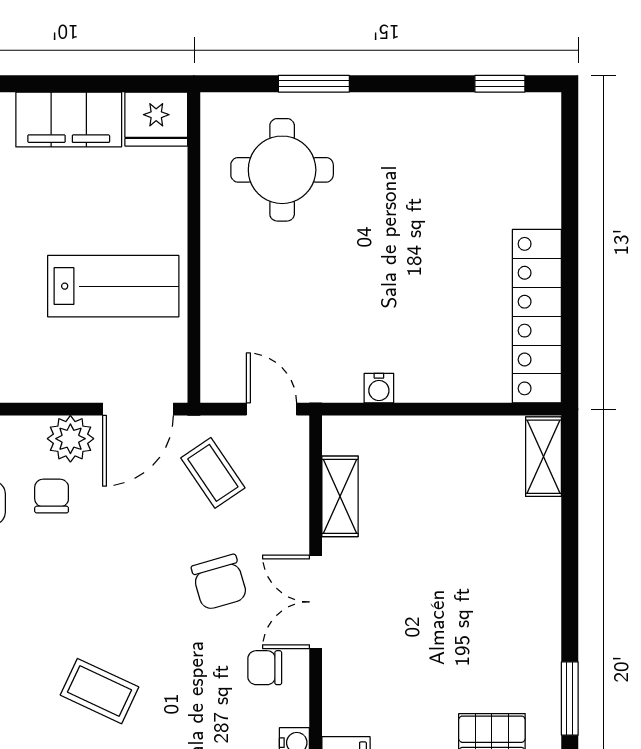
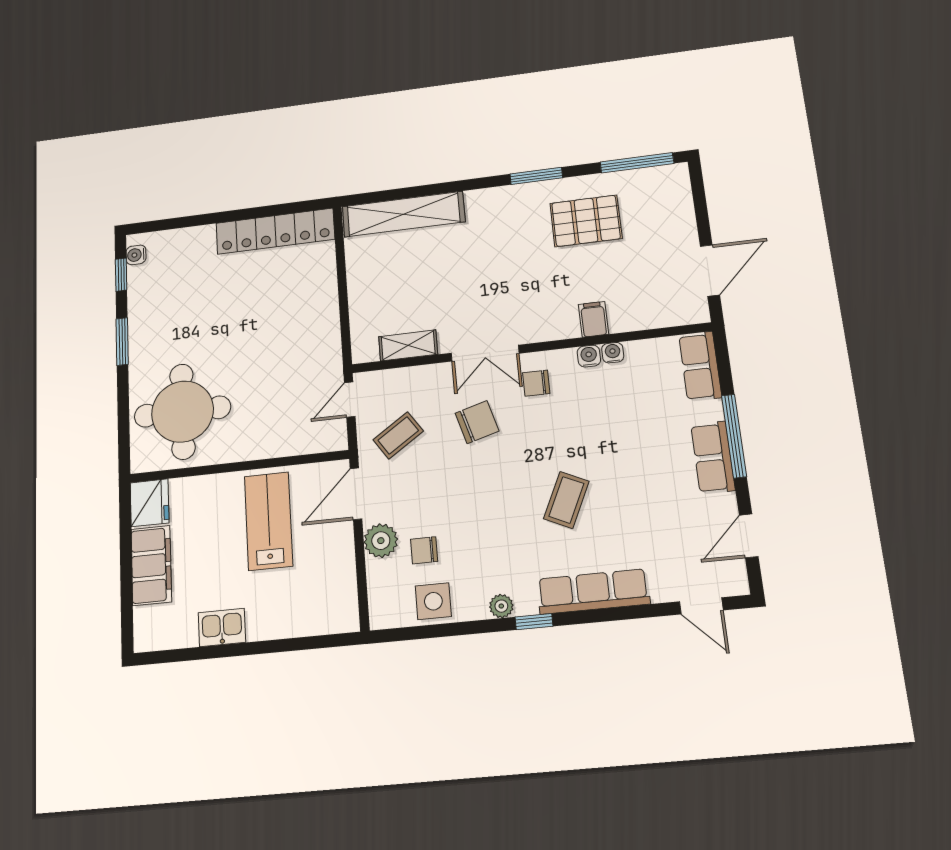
window: (314, 84) -> (122, 342), moved
round table: (282, 170) -> (182, 412), width x1.36, depth x1.36
water cooler: (379, 388) -> (136, 255), moved, turned 180
door: (138, 409) -> (356, 494), swing flipped
shelving: (543, 457) -> (403, 214), width x2.20, depth x1.33
chair: (265, 668) -> (536, 383), turned 90

